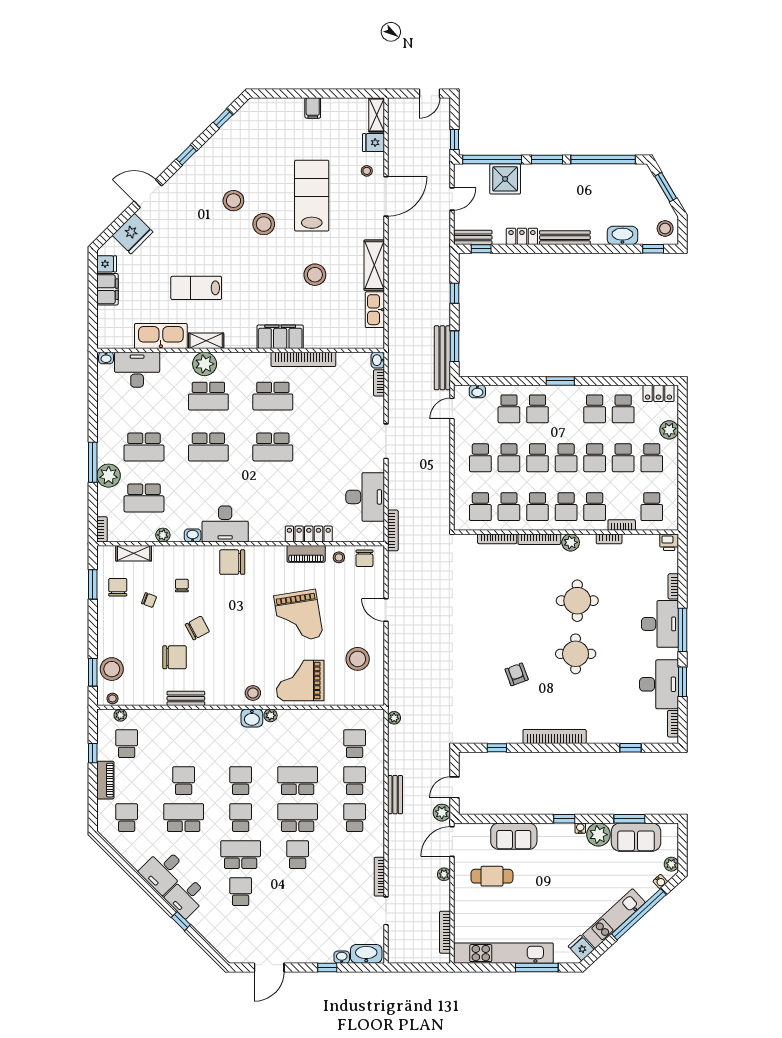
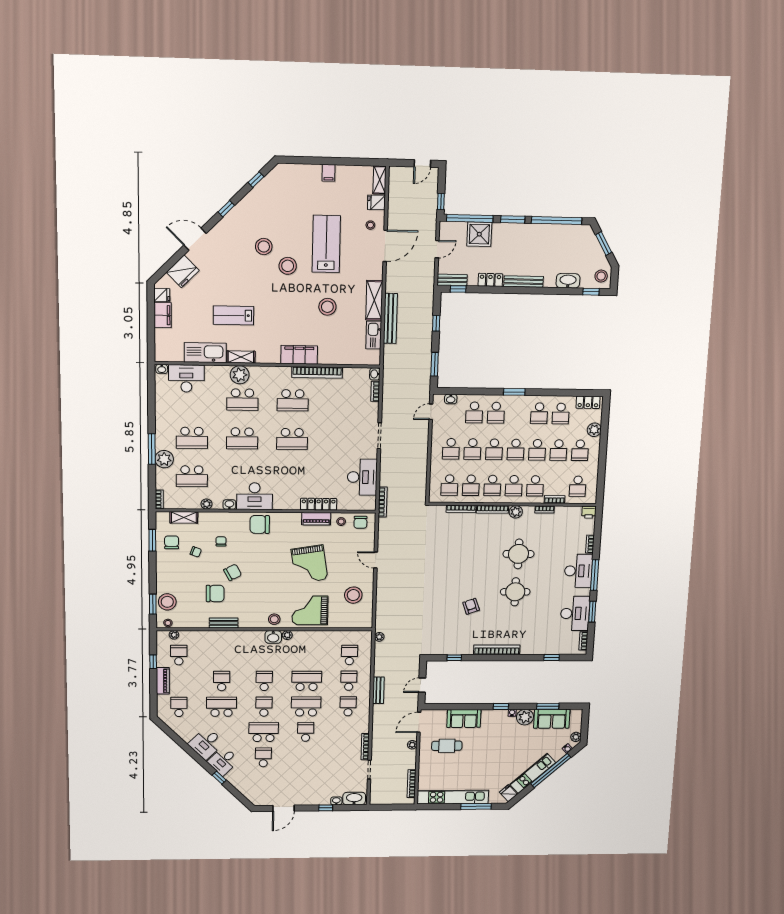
bench: (442, 358) -> (390, 318), moved
plant: (442, 813) -> (412, 703), removed

